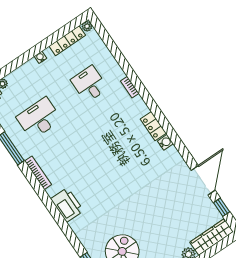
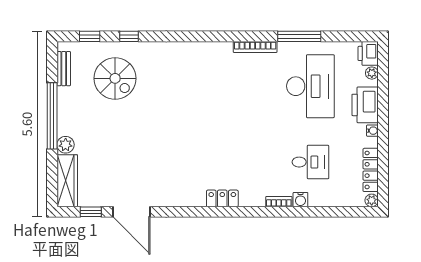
desk: (39, 118) -> (310, 86), width x1.36, depth x1.30
water cooler: (165, 142) -> (300, 200), moved
printer: (67, 205) -> (365, 105), moved, turned 90

